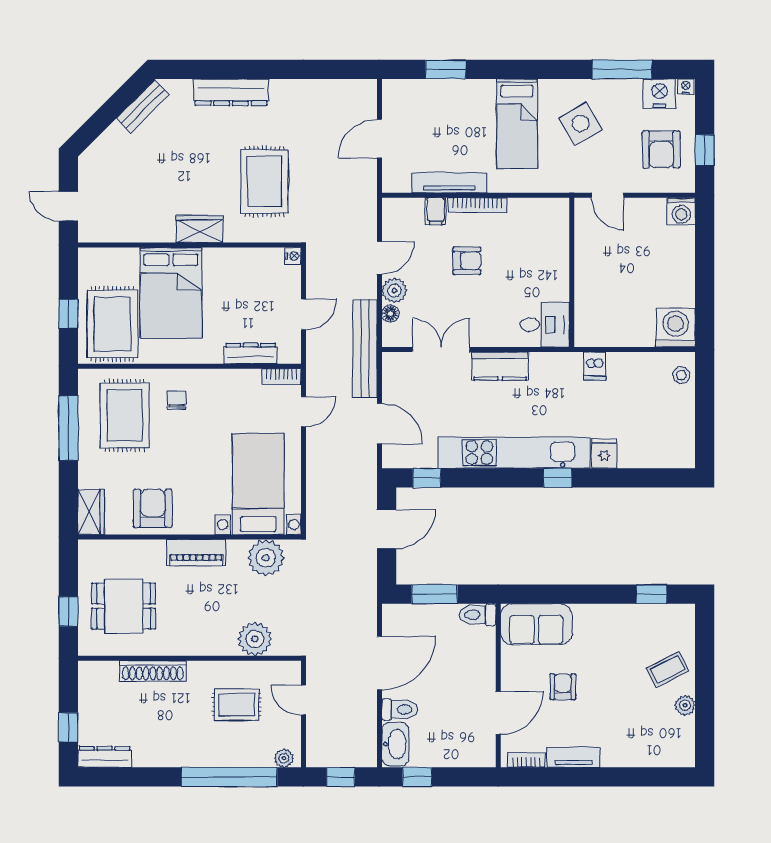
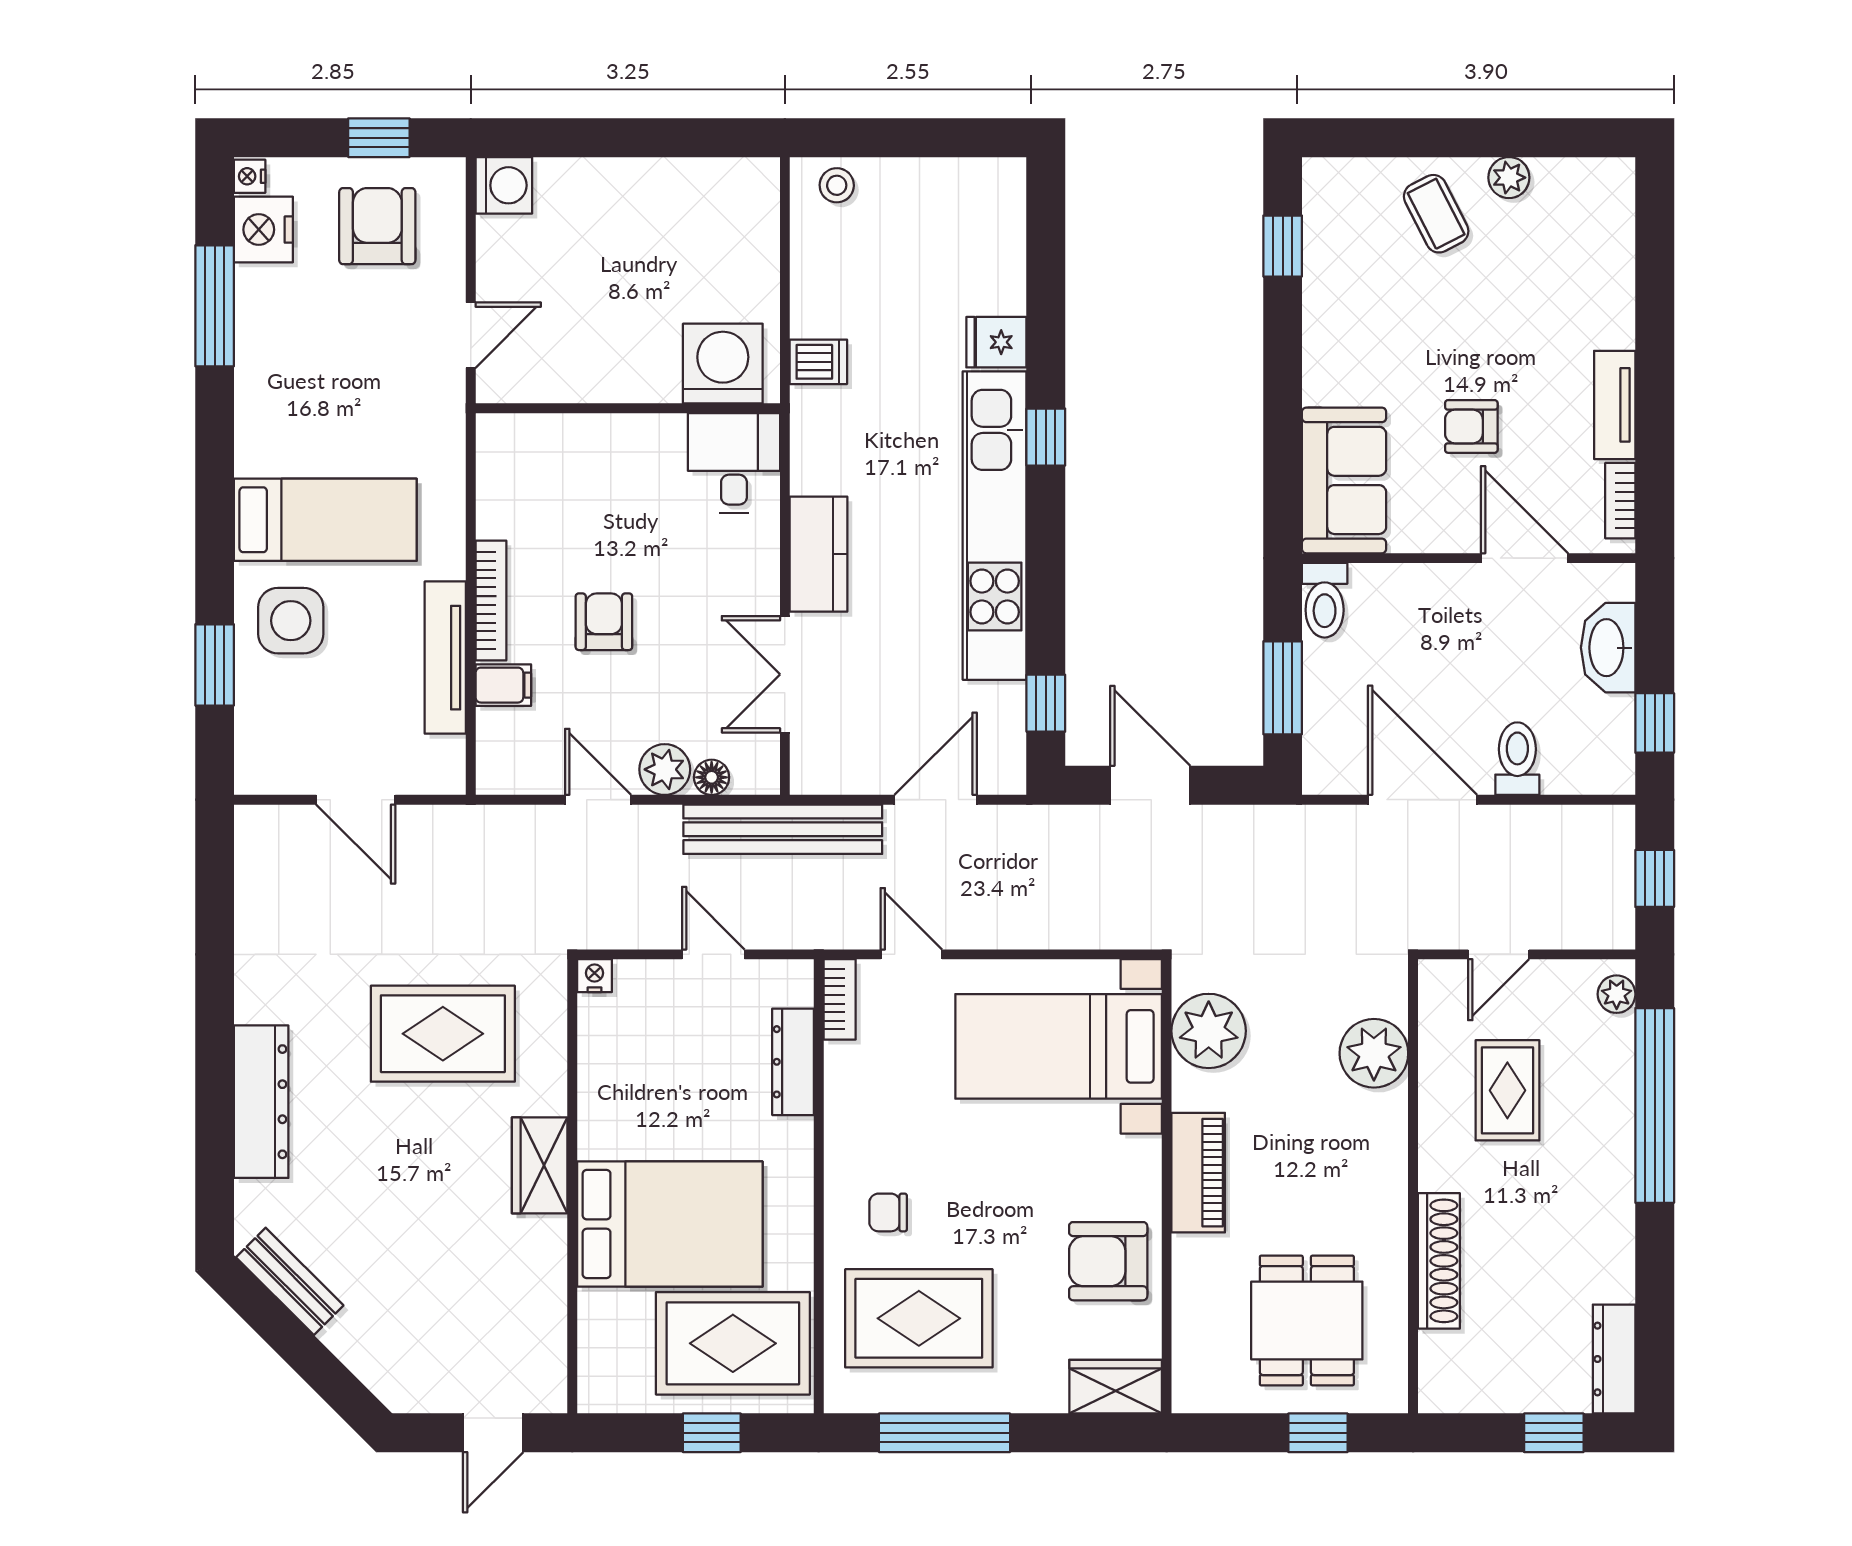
side table: (580, 123) -> (291, 621), moved, turned 30
armchair: (661, 149) -> (377, 226), turned -90
washing machine: (676, 328) -> (723, 364), moved, turned 90
washbasin: (395, 744) -> (1608, 648), moved, turned -90

